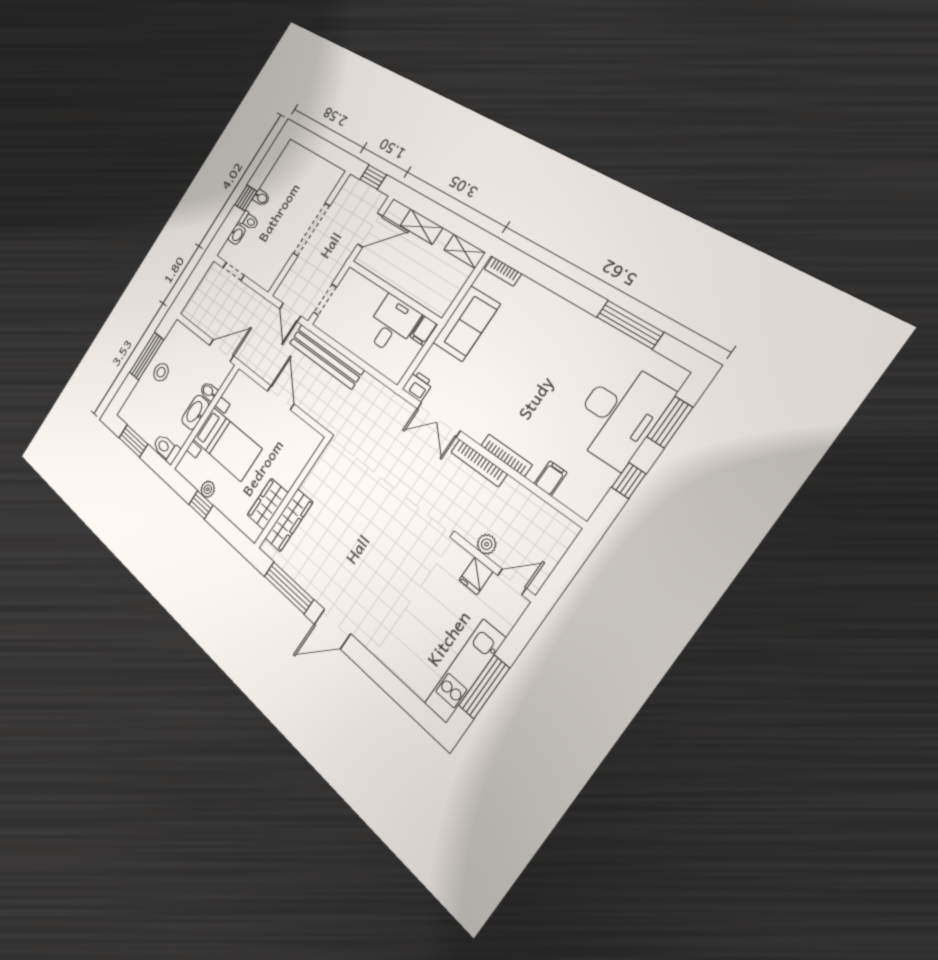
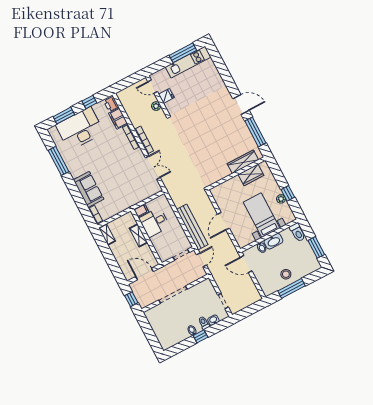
shelving: (421, 227) -> (139, 235), moved
sofa: (466, 324) -> (89, 189), moved, turned 90
printer: (418, 386) -> (111, 104), moved
filing cabinet: (551, 478) -> (118, 118), width x2.00

